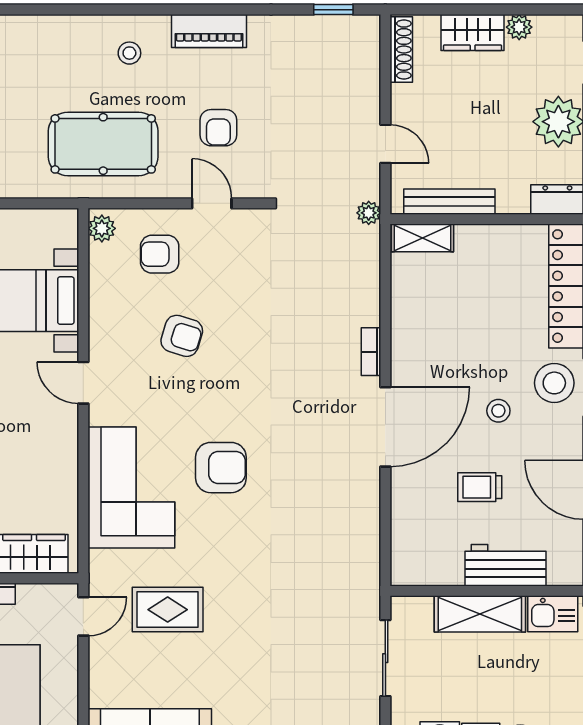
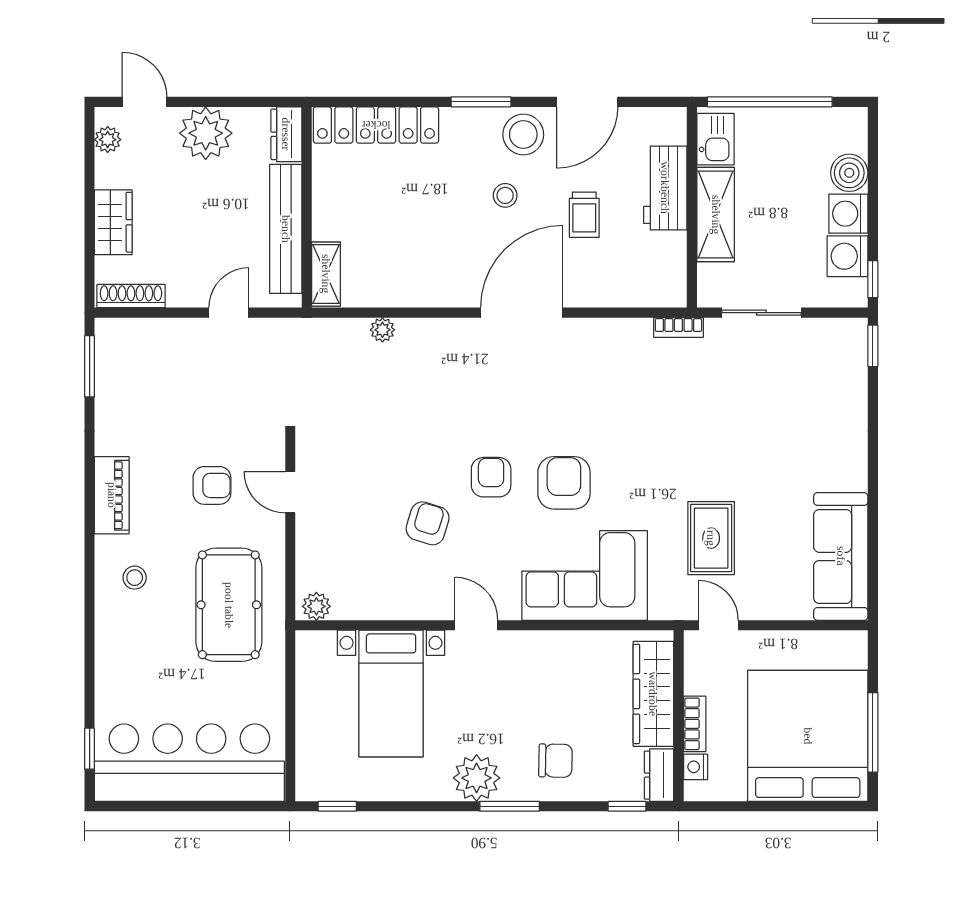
window: (333, 10) -> (90, 366), width x1.50
plant: (519, 27) -> (108, 140), moved
bench: (449, 202) -> (286, 229), width x1.37, depth x1.21
door: (212, 203) -> (290, 492), hinge flipped
plant: (369, 213) -> (382, 330), moved
armchair: (160, 254) -> (491, 477), moved, turned 180
bookcase: (371, 352) -> (678, 327), moved
door: (83, 383) -> (476, 625), swing flipped
stool: (554, 383) -> (523, 134), moved
door: (385, 427) -> (522, 313), hinge flipped

